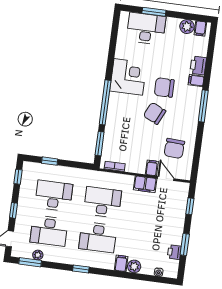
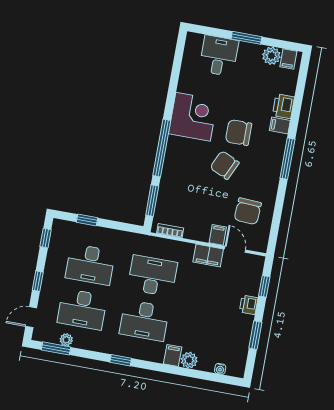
window: (154, 12) -> (246, 38), moved
desk: (146, 28) -> (219, 56), width x0.73
desk: (54, 196) -> (90, 265), turned 180
printer: (174, 252) -> (249, 305), moved

